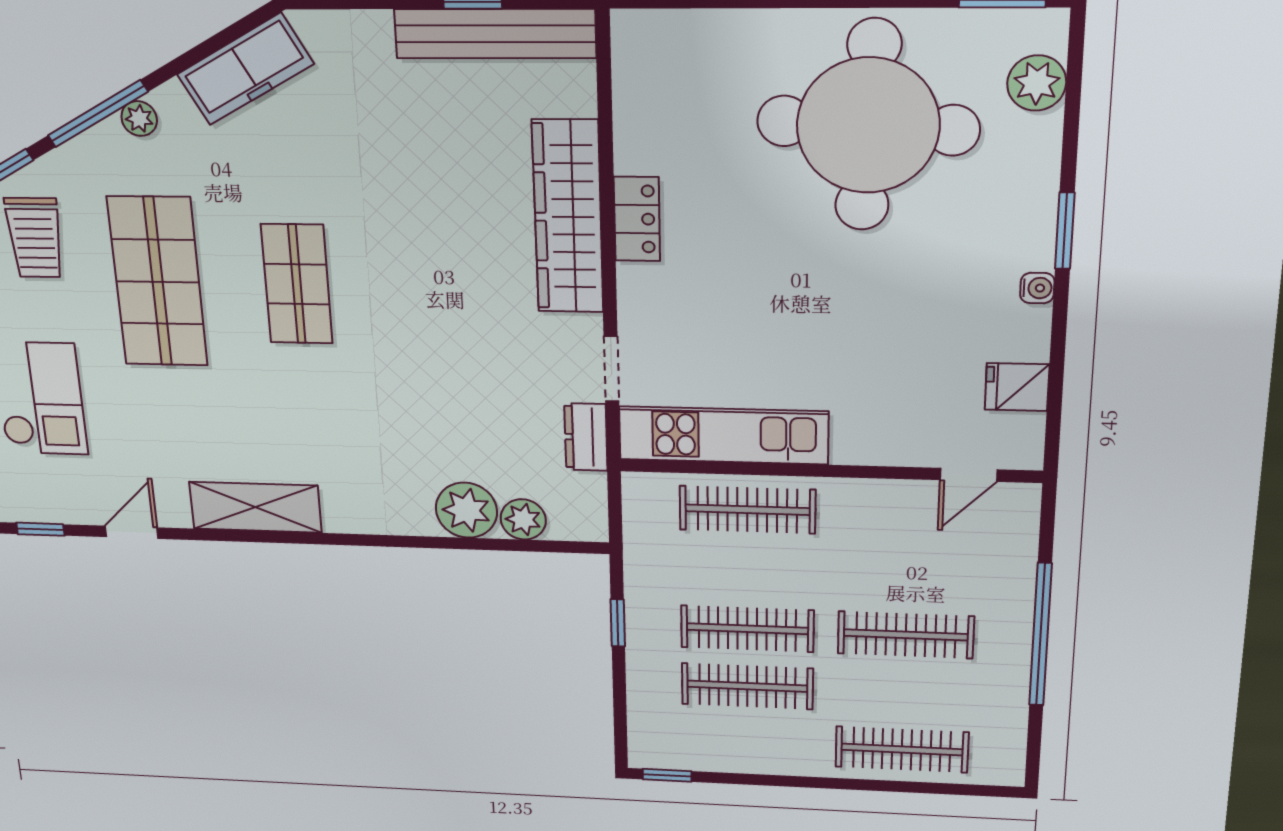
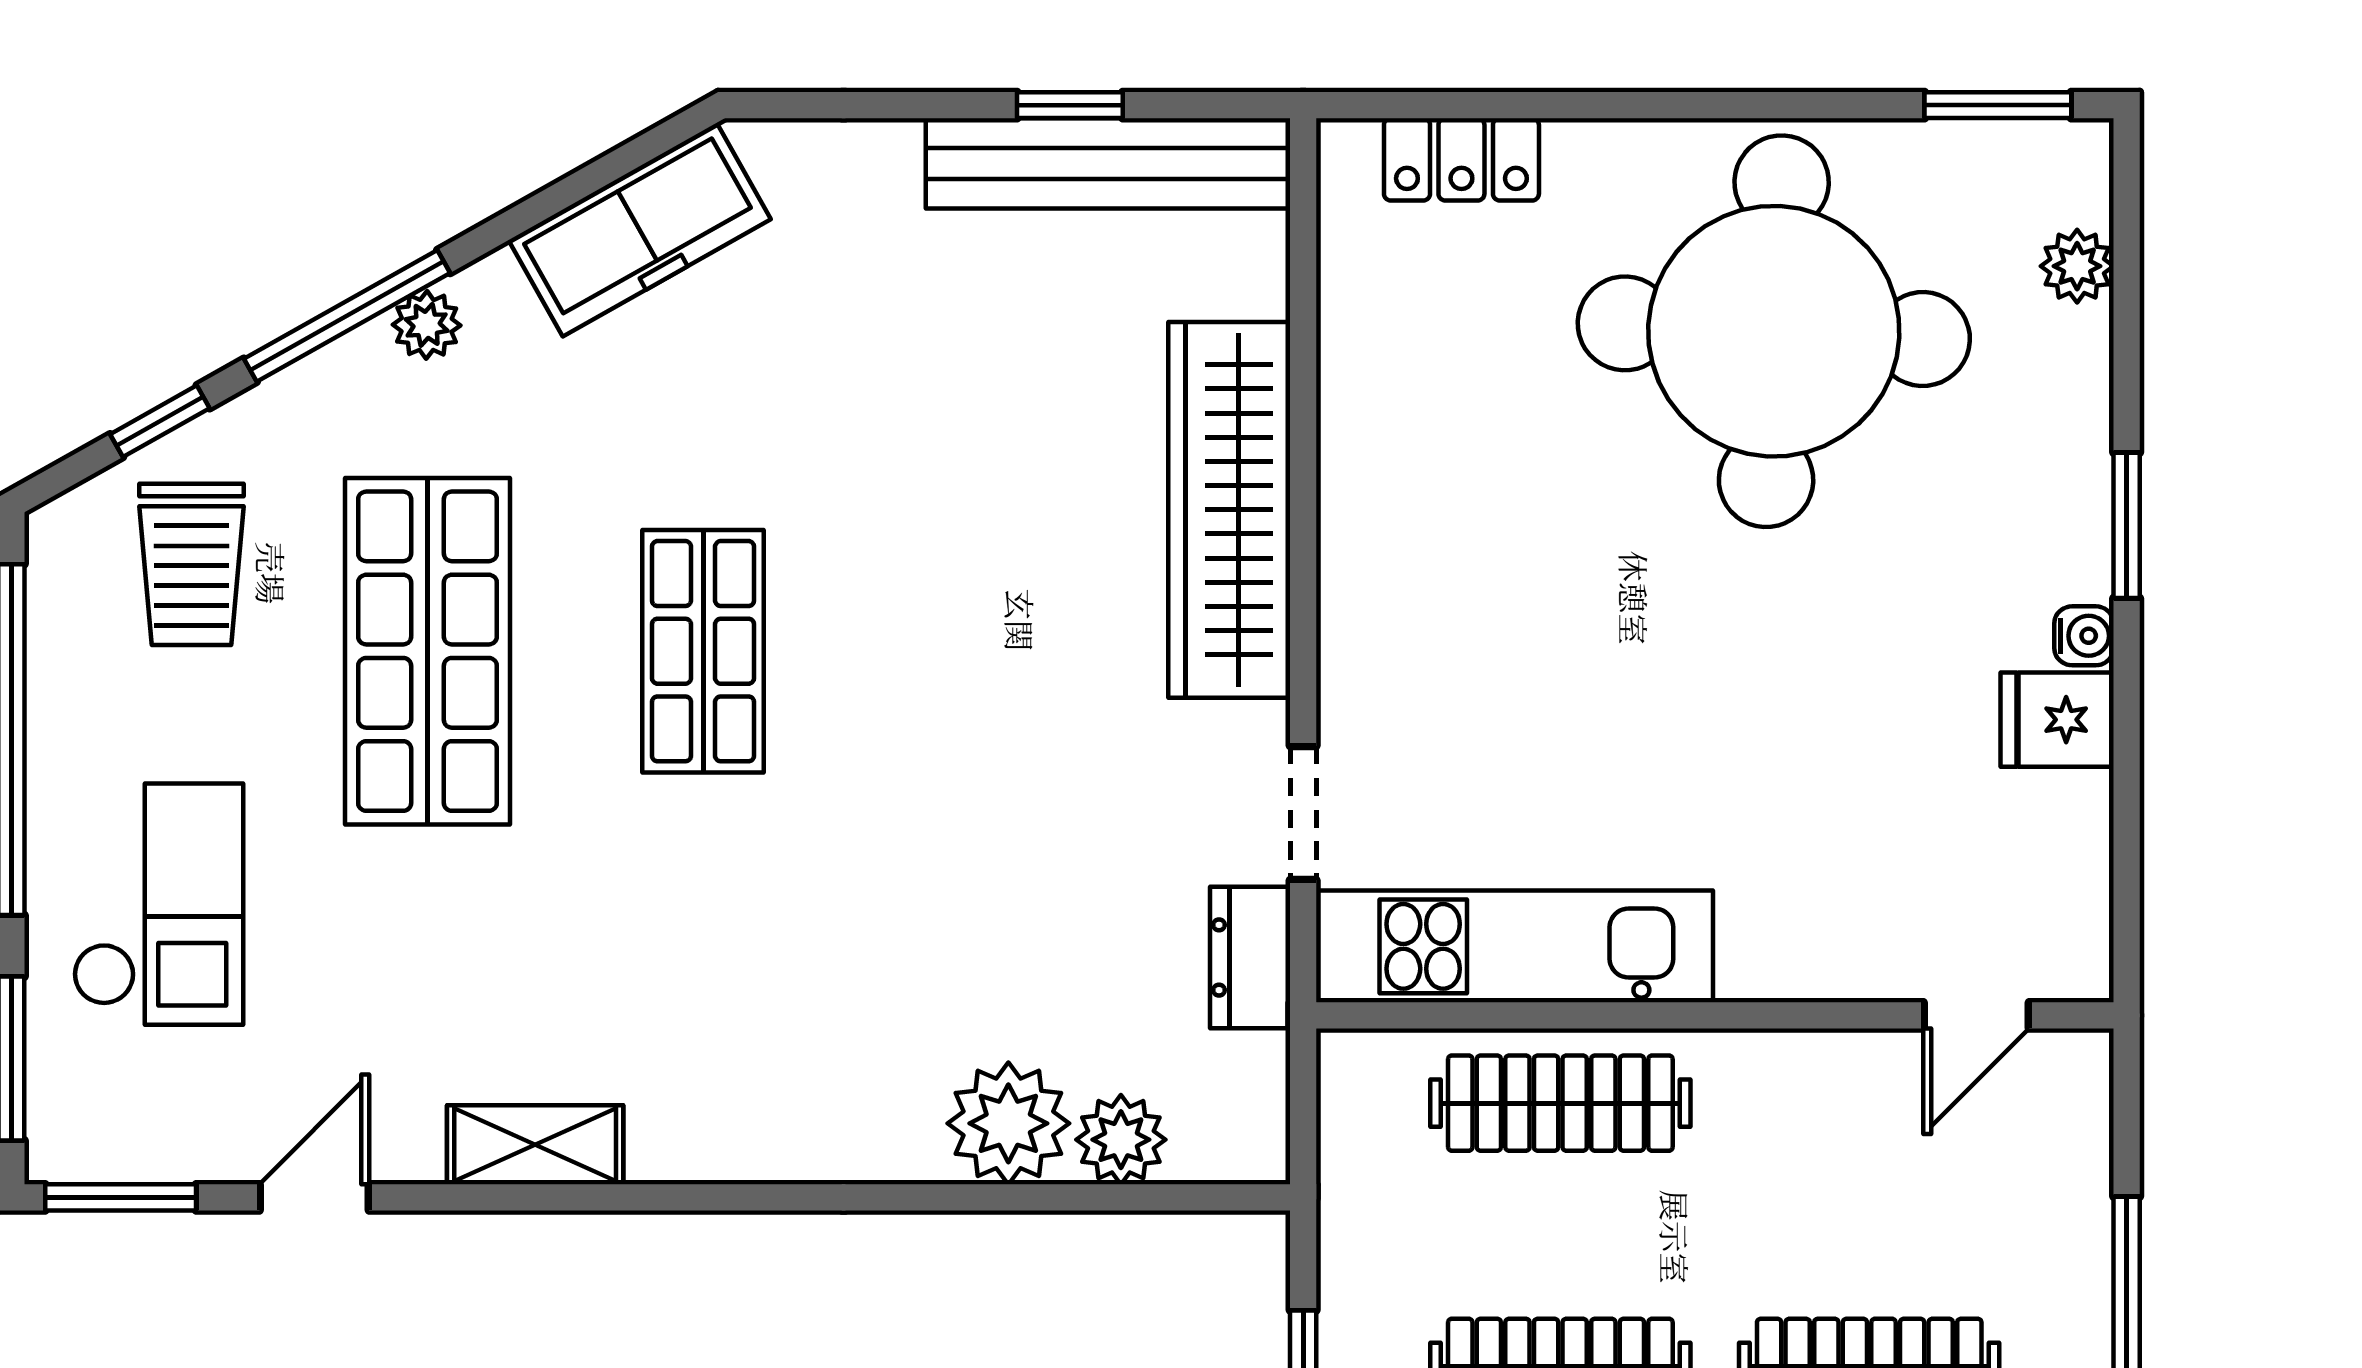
plant: (1037, 83) -> (2077, 266), width x0.73, depth x0.73
locker: (637, 219) -> (1461, 159), moved, turned 90
fridge: (1017, 387) -> (2057, 720), moved
shelving: (255, 507) -> (535, 1145), width x0.67, depth x0.75
window: (40, 529) -> (121, 1197), width x1.50

